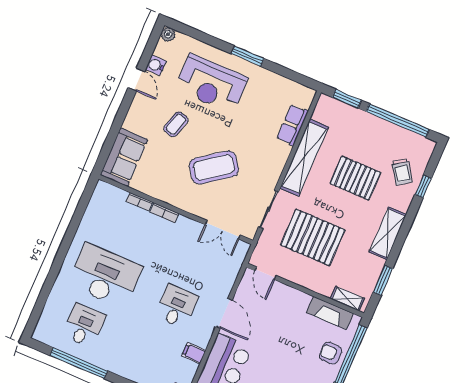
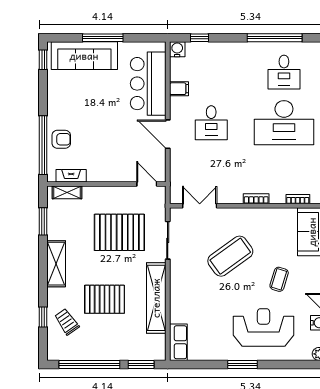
row of seats: (292, 125) -> (178, 342), moved
bookcase: (139, 202) -> (298, 199), moved
fireplace: (330, 313) -> (71, 176), width x0.73, depth x0.76

